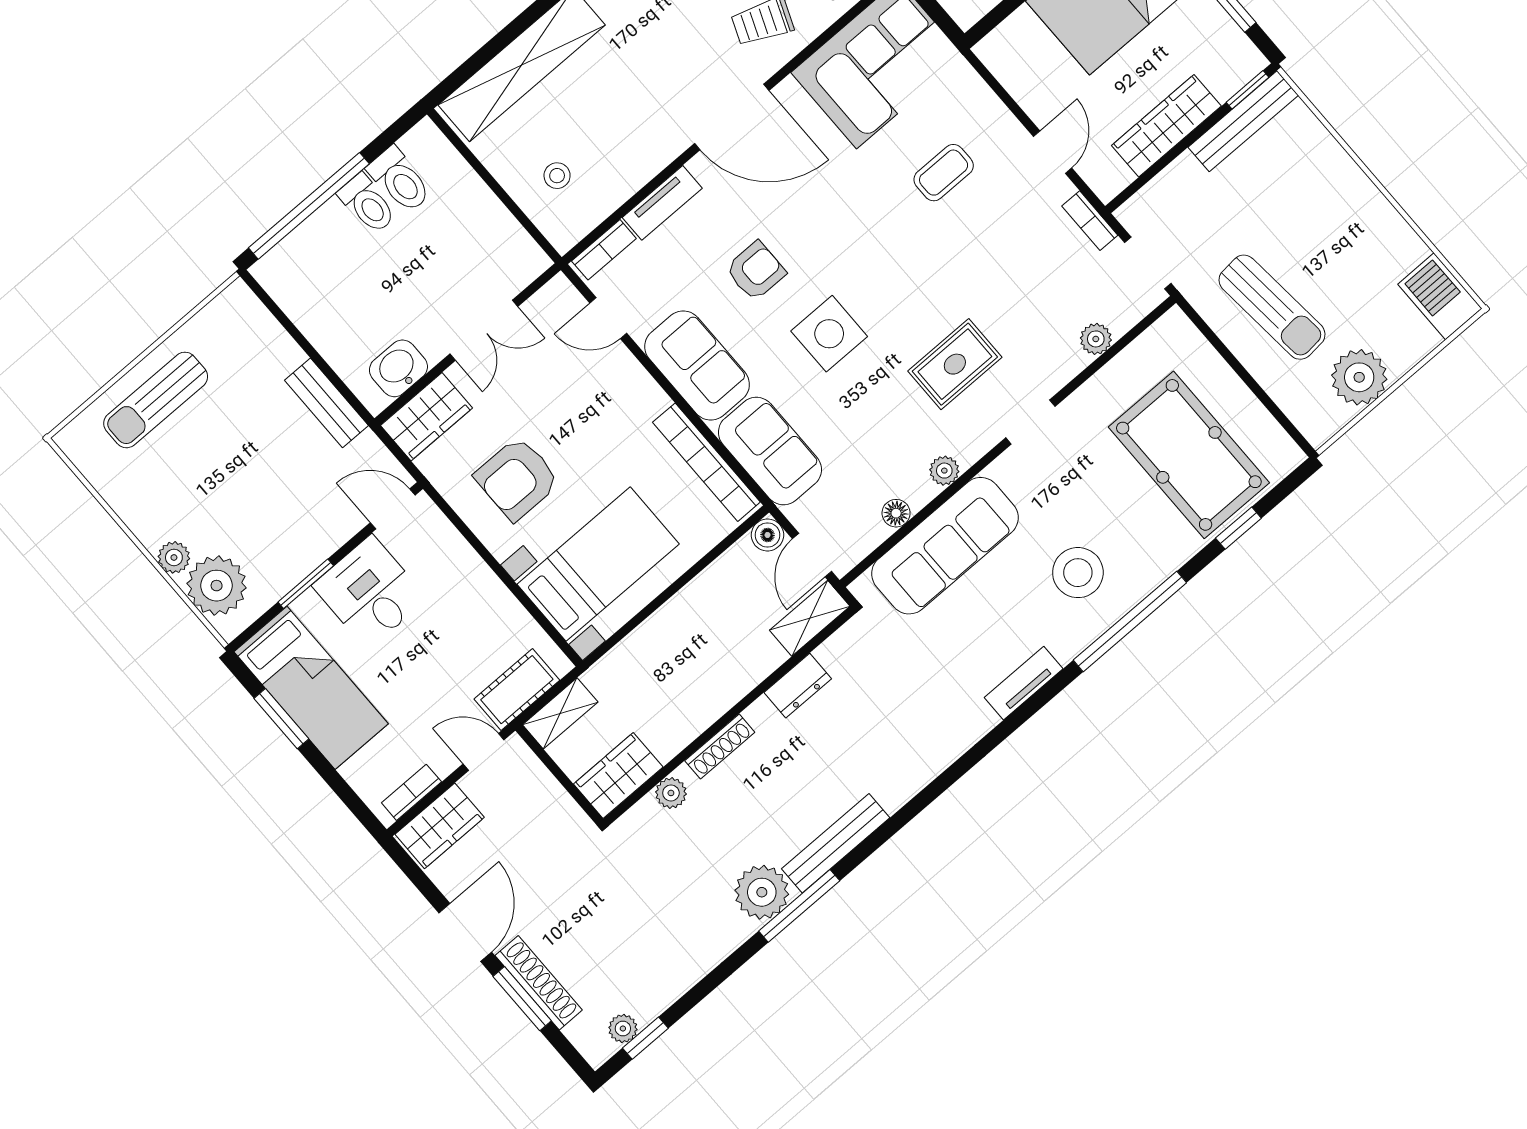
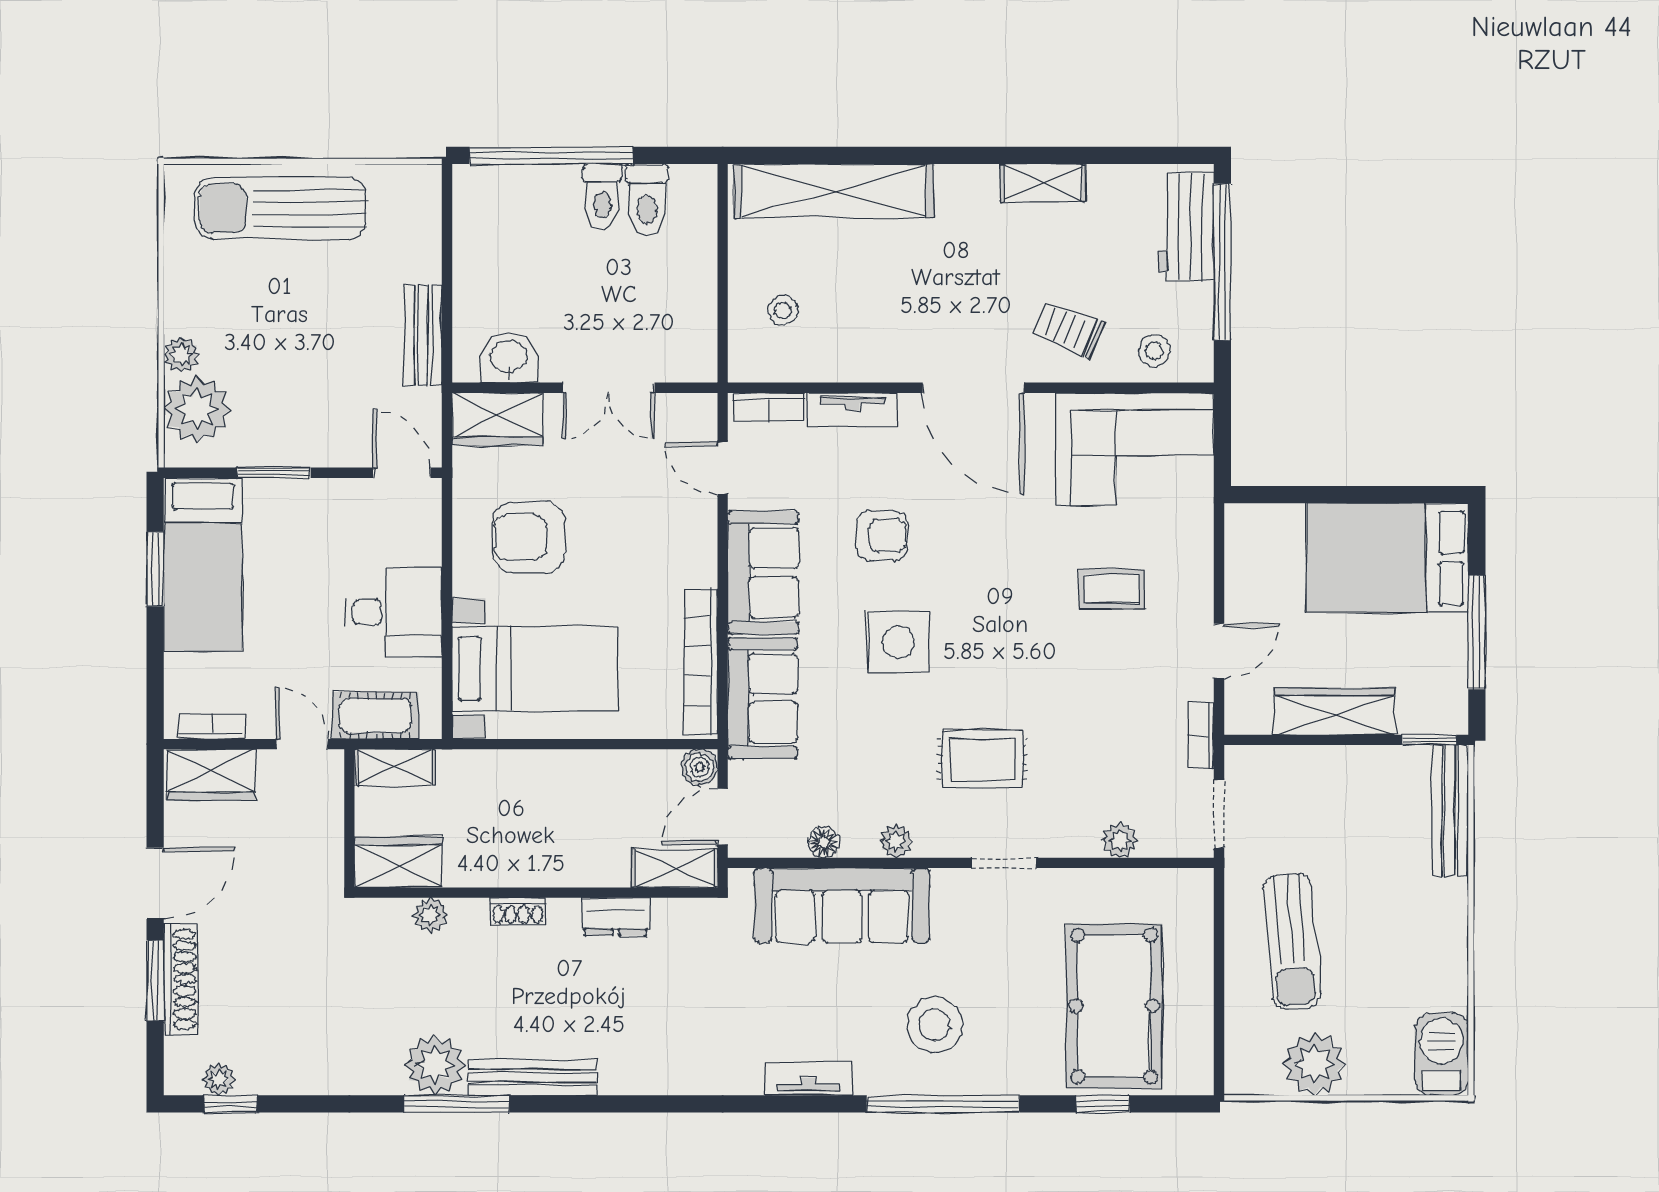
bench: (1243, 121) -> (1450, 811), moved, turned 90
sun lounger: (156, 400) -> (281, 208), width x1.36, depth x1.34
desk: (370, 592) -> (393, 612), moved, turned 90
shoe rack: (720, 746) -> (518, 911), width x0.70

